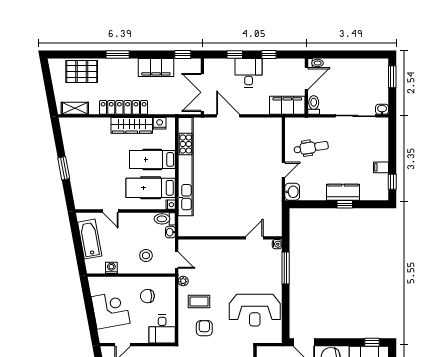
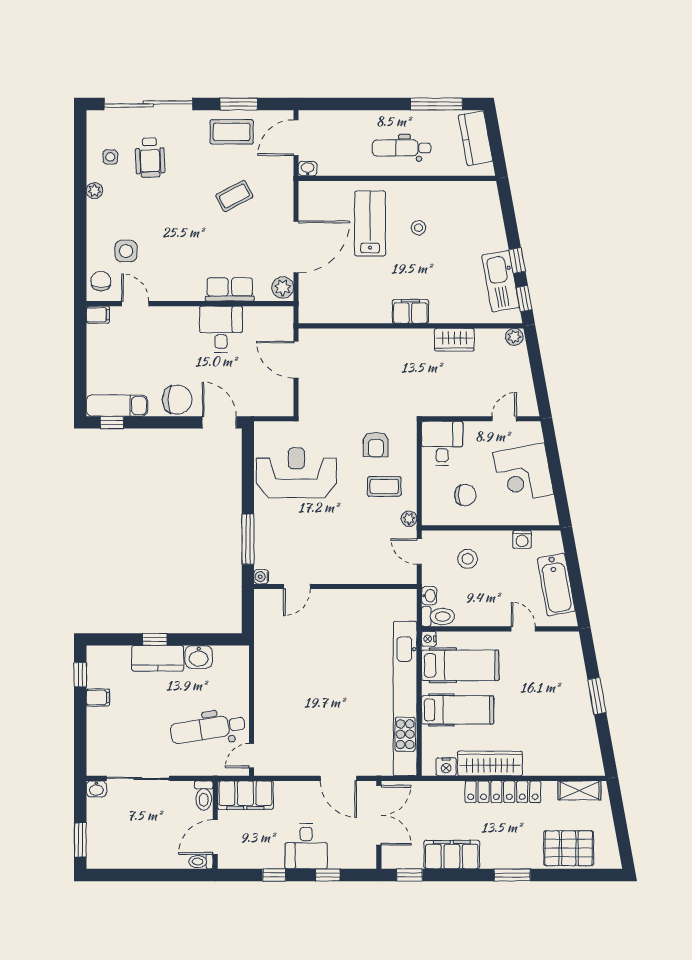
dental chair: (311, 148) -> (208, 729), width x1.36, depth x1.38
door: (283, 170) -> (252, 756), moved
washbasin: (292, 192) -> (199, 657), moved, turned -90

